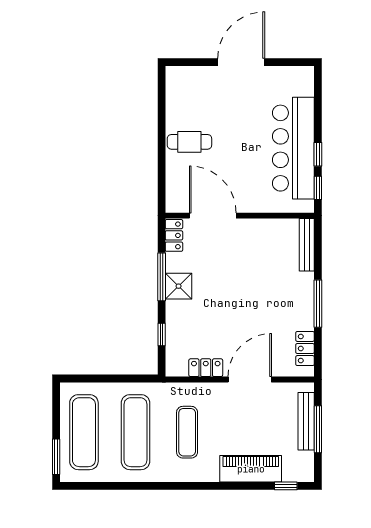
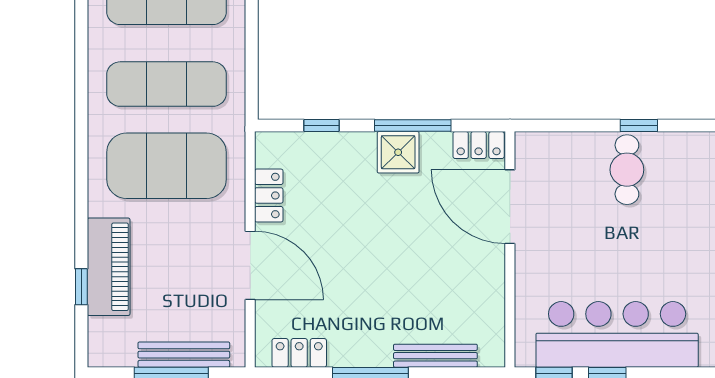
window: (162, 134) -> (639, 125), added
door: (213, 216) -> (510, 207), swing flipped
bench: (307, 245) -> (435, 356), moved
exercise mat: (187, 432) -> (167, 166), width x2.00, depth x1.45
window: (286, 486) -> (81, 287), moved

